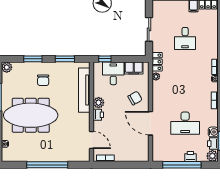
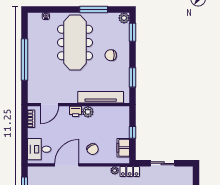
window: (33, 59) -> (133, 32), moved
window: (105, 59) -> (133, 132), moved
desk: (113, 73) -> (39, 149), moved, turned 180

